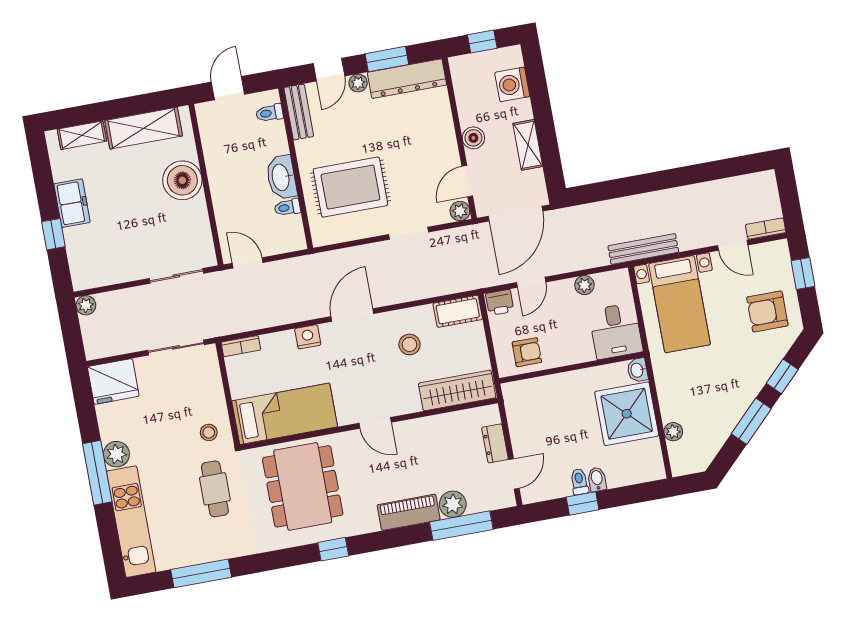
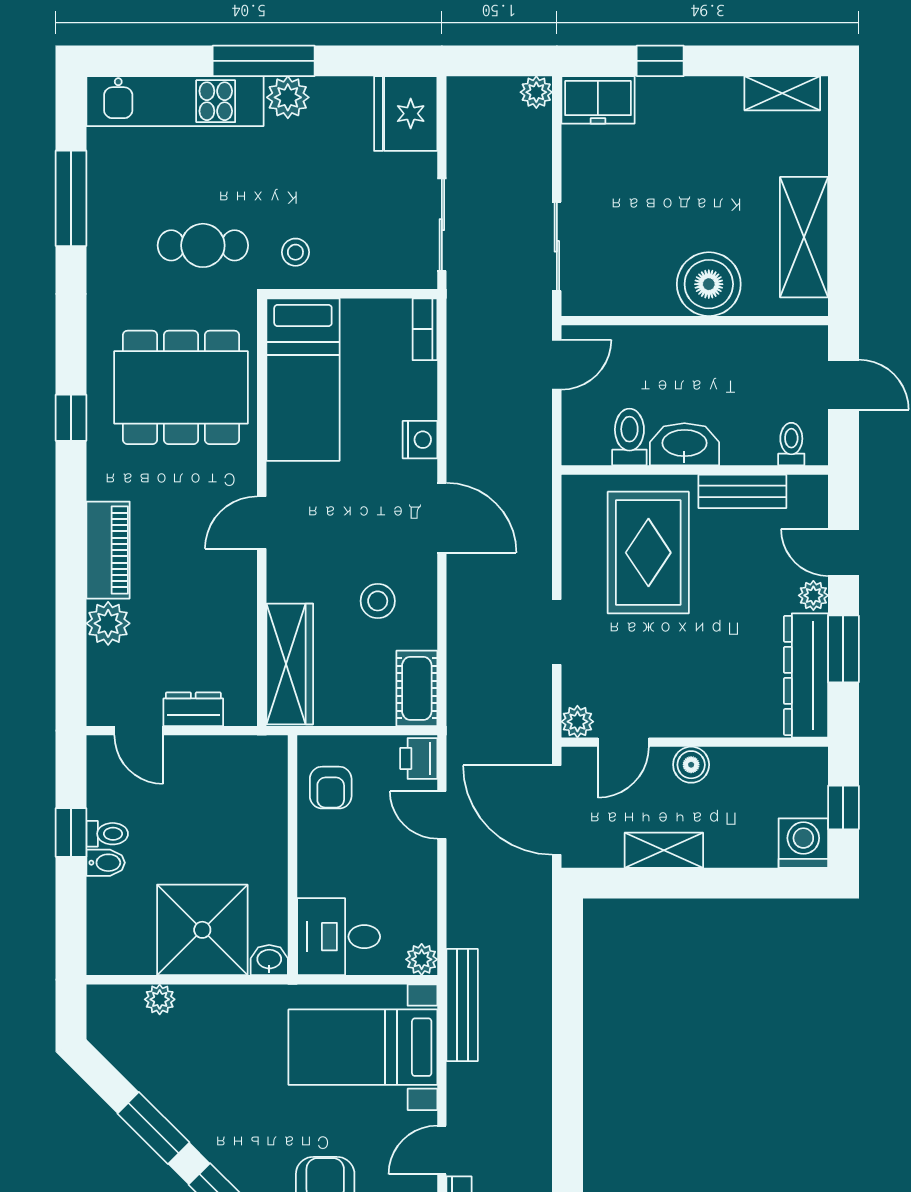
washing machine: (512, 84) -> (803, 843), moved
bench: (299, 112) -> (742, 491), moved
shelving: (82, 135) -> (782, 93), moved, turned 90
door: (467, 181) -> (623, 742), swing flipped
freezer: (72, 203) -> (598, 100), moved
toilet: (287, 207) -> (629, 437), width x1.37, depth x1.39
plant: (584, 285) -> (422, 959), moved
window: (461, 526) -> (71, 631), removed

